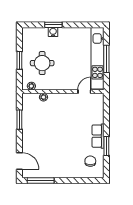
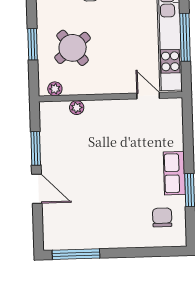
round table: (42, 63) -> (73, 48), turned -38
door: (84, 92) -> (148, 96), hinge flipped
door: (19, 161) -> (37, 189), moved

